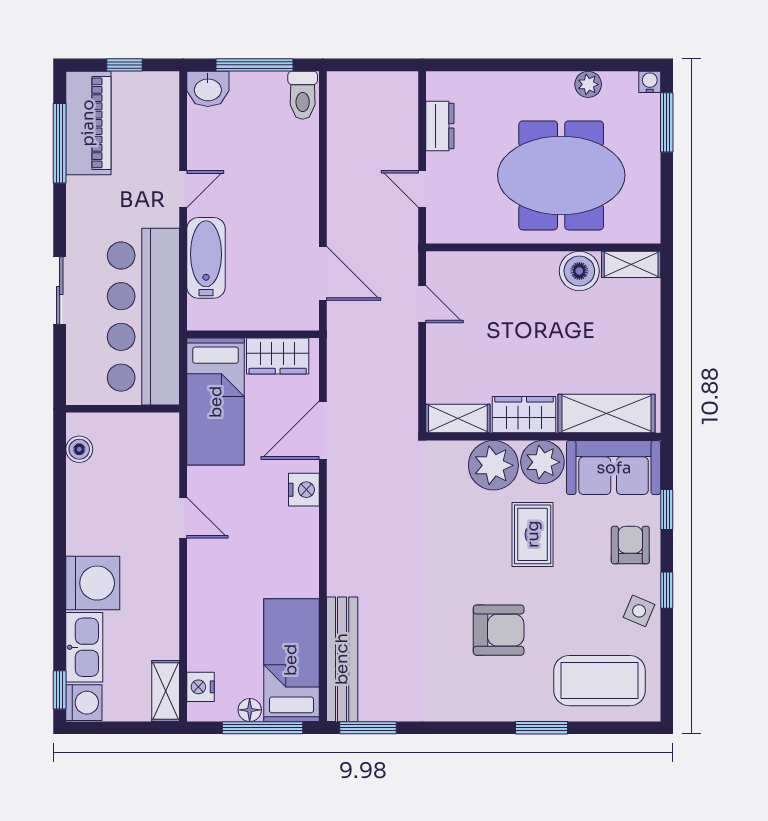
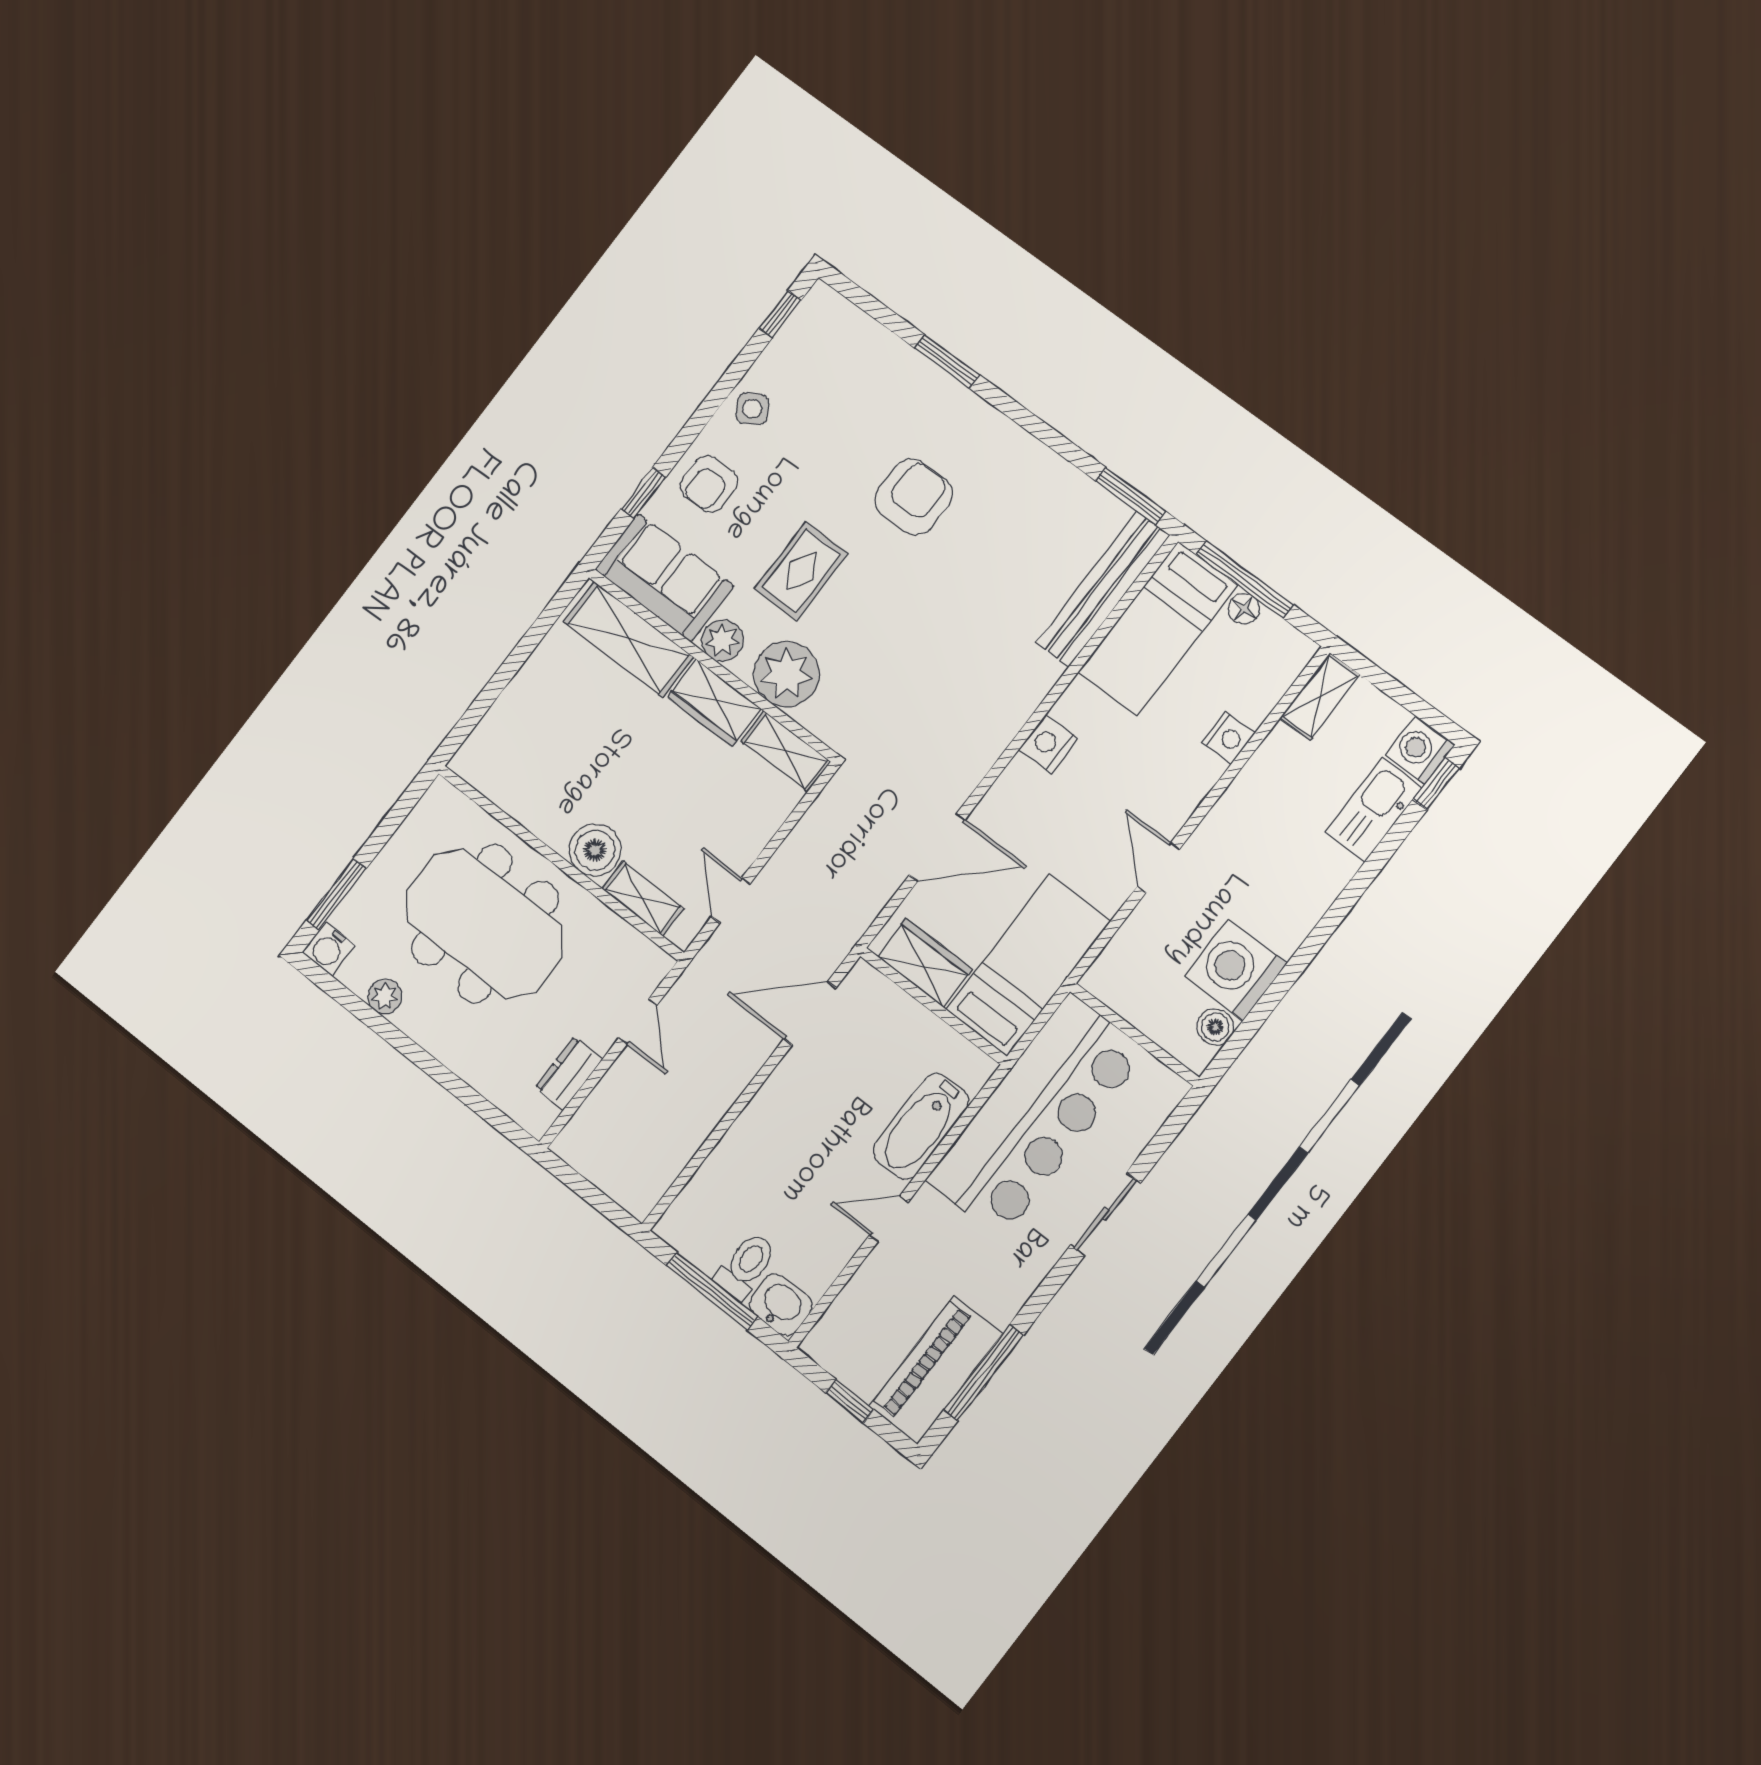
water cooler: (650, 82) -> (328, 949), width x1.38, depth x1.38
toilet: (303, 95) -> (746, 1266), moved
shelving: (631, 264) -> (643, 898), moved
boiler: (579, 271) -> (595, 850), moved
door: (323, 273) -> (810, 1013), hinge flipped
plant: (542, 462) -> (723, 640), width x0.73, depth x0.73
nightstand: (304, 490) -> (1048, 744), moved
washing machine: (93, 583) -> (1236, 970), moved
window: (667, 590) -> (780, 314), moved
side table: (639, 611) -> (752, 409), turned 37
armchair: (499, 630) -> (913, 497), turned 90
coffee table: (600, 681) -> (849, 366), removed
nightstand: (201, 687) -> (1229, 738), moved

